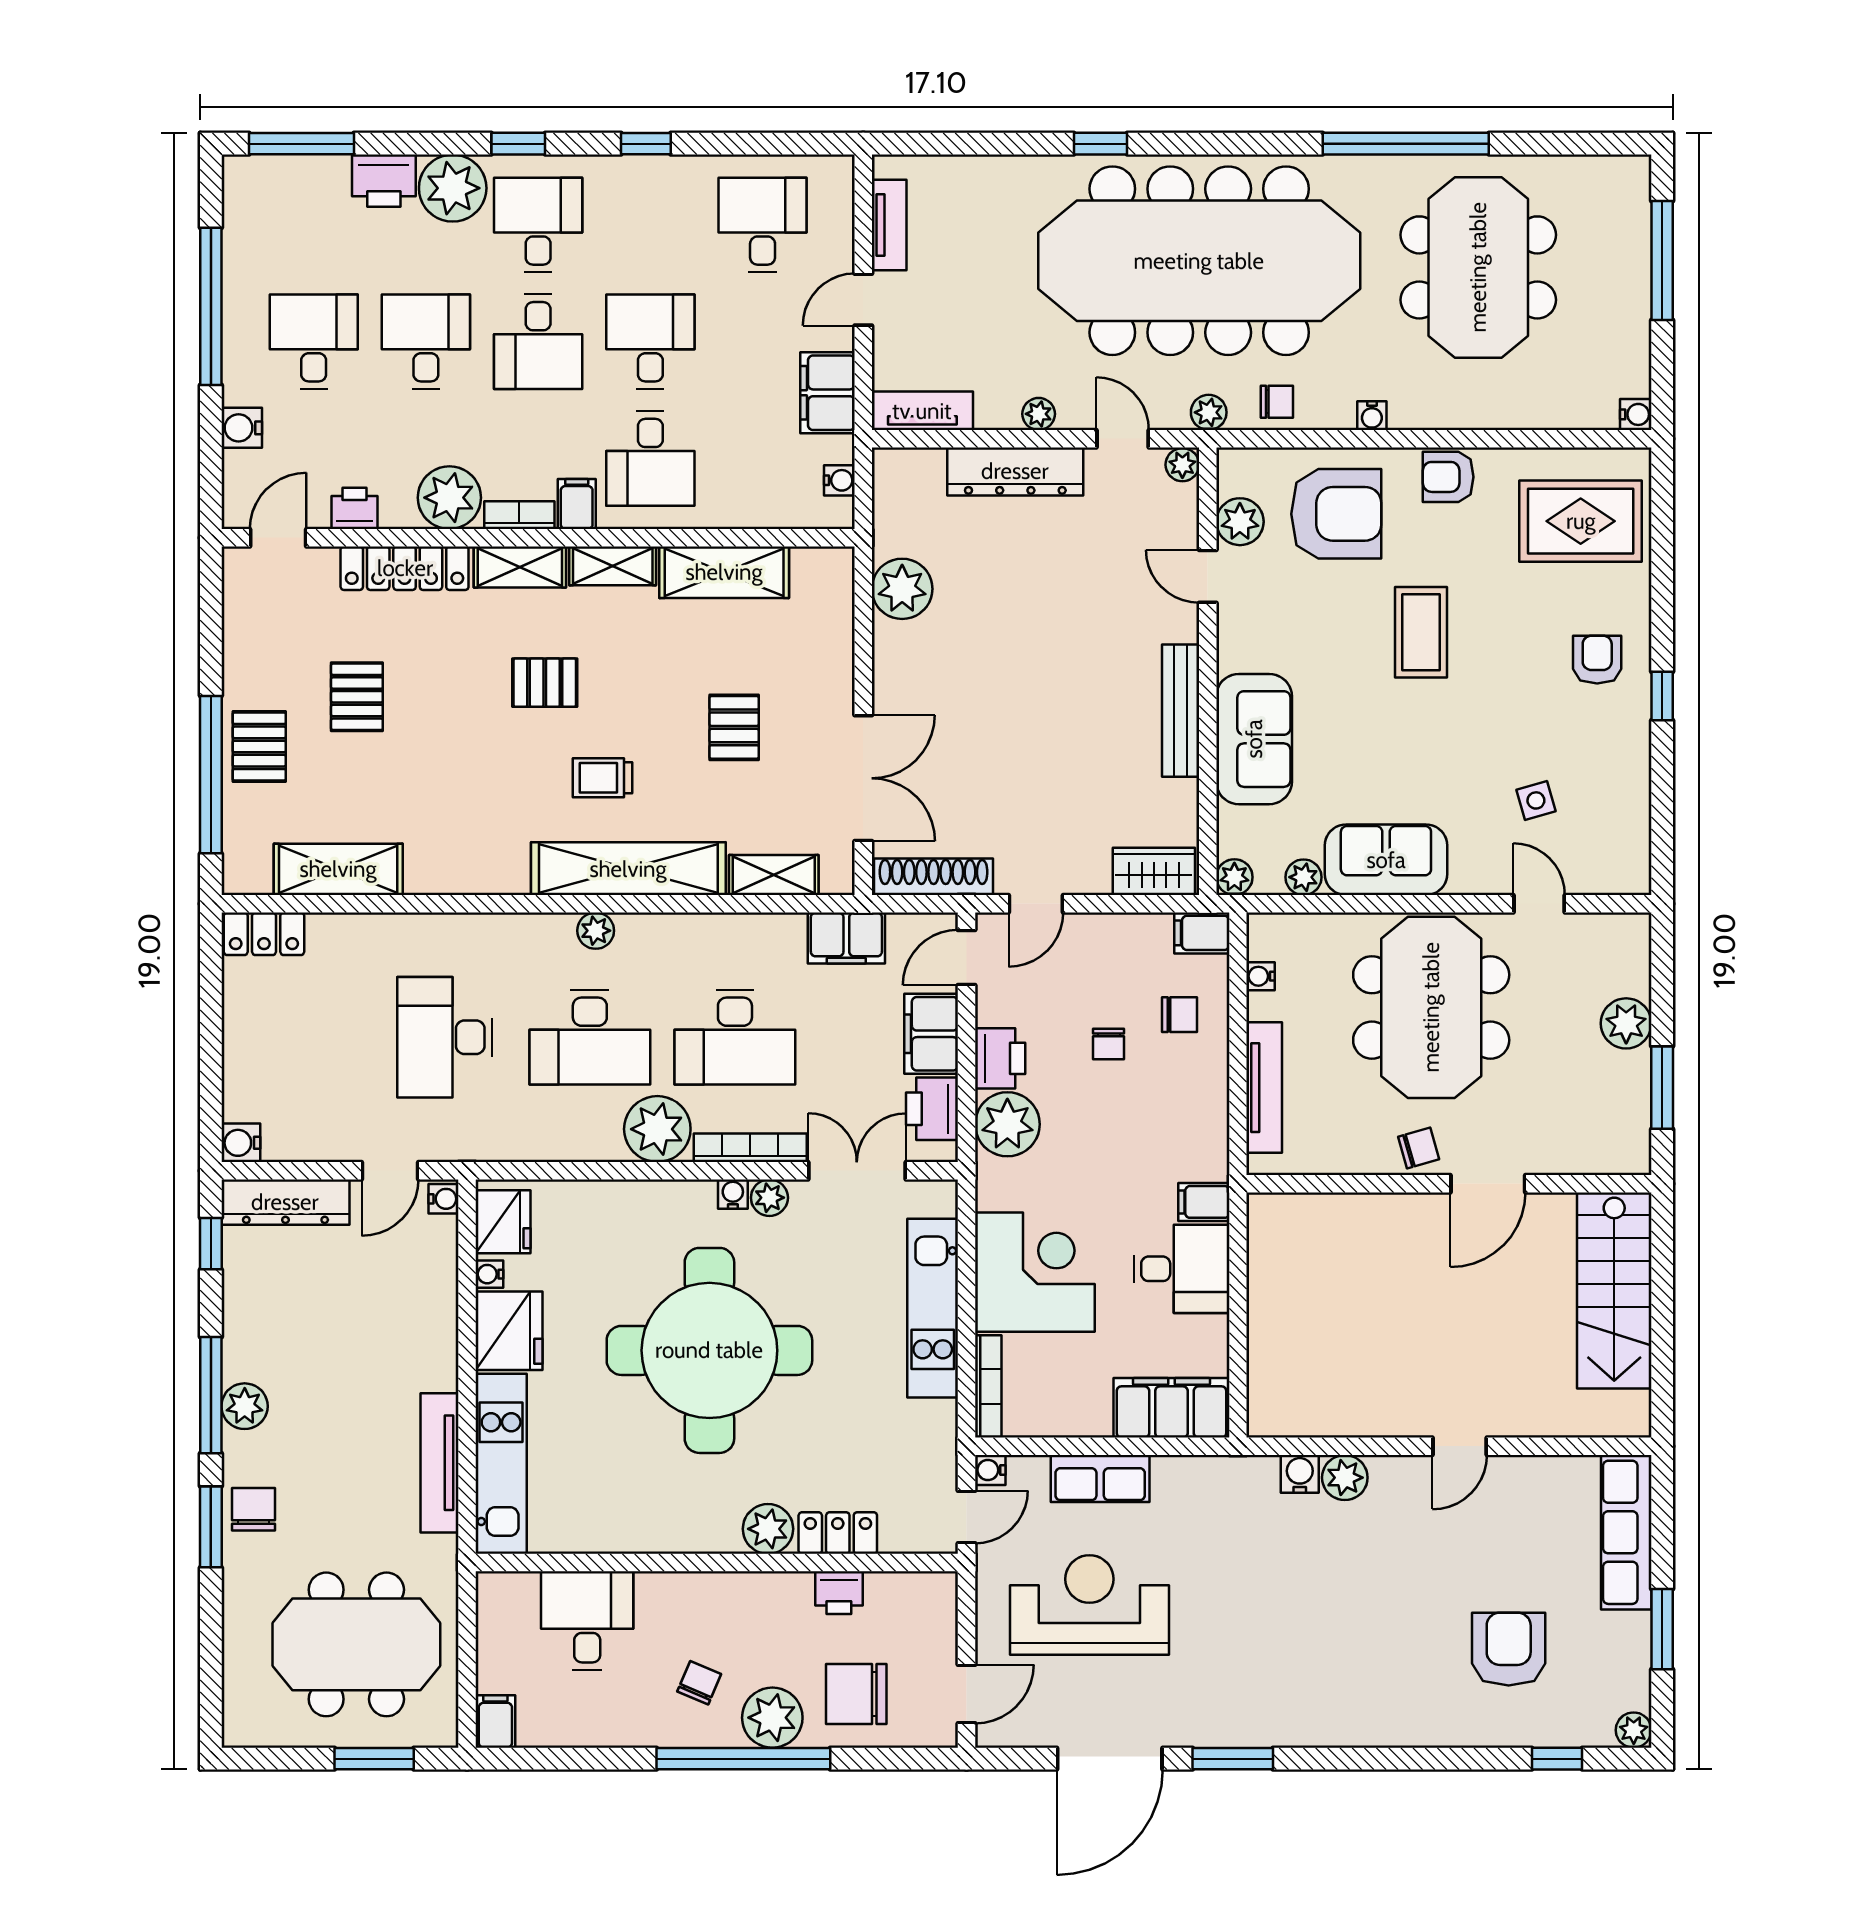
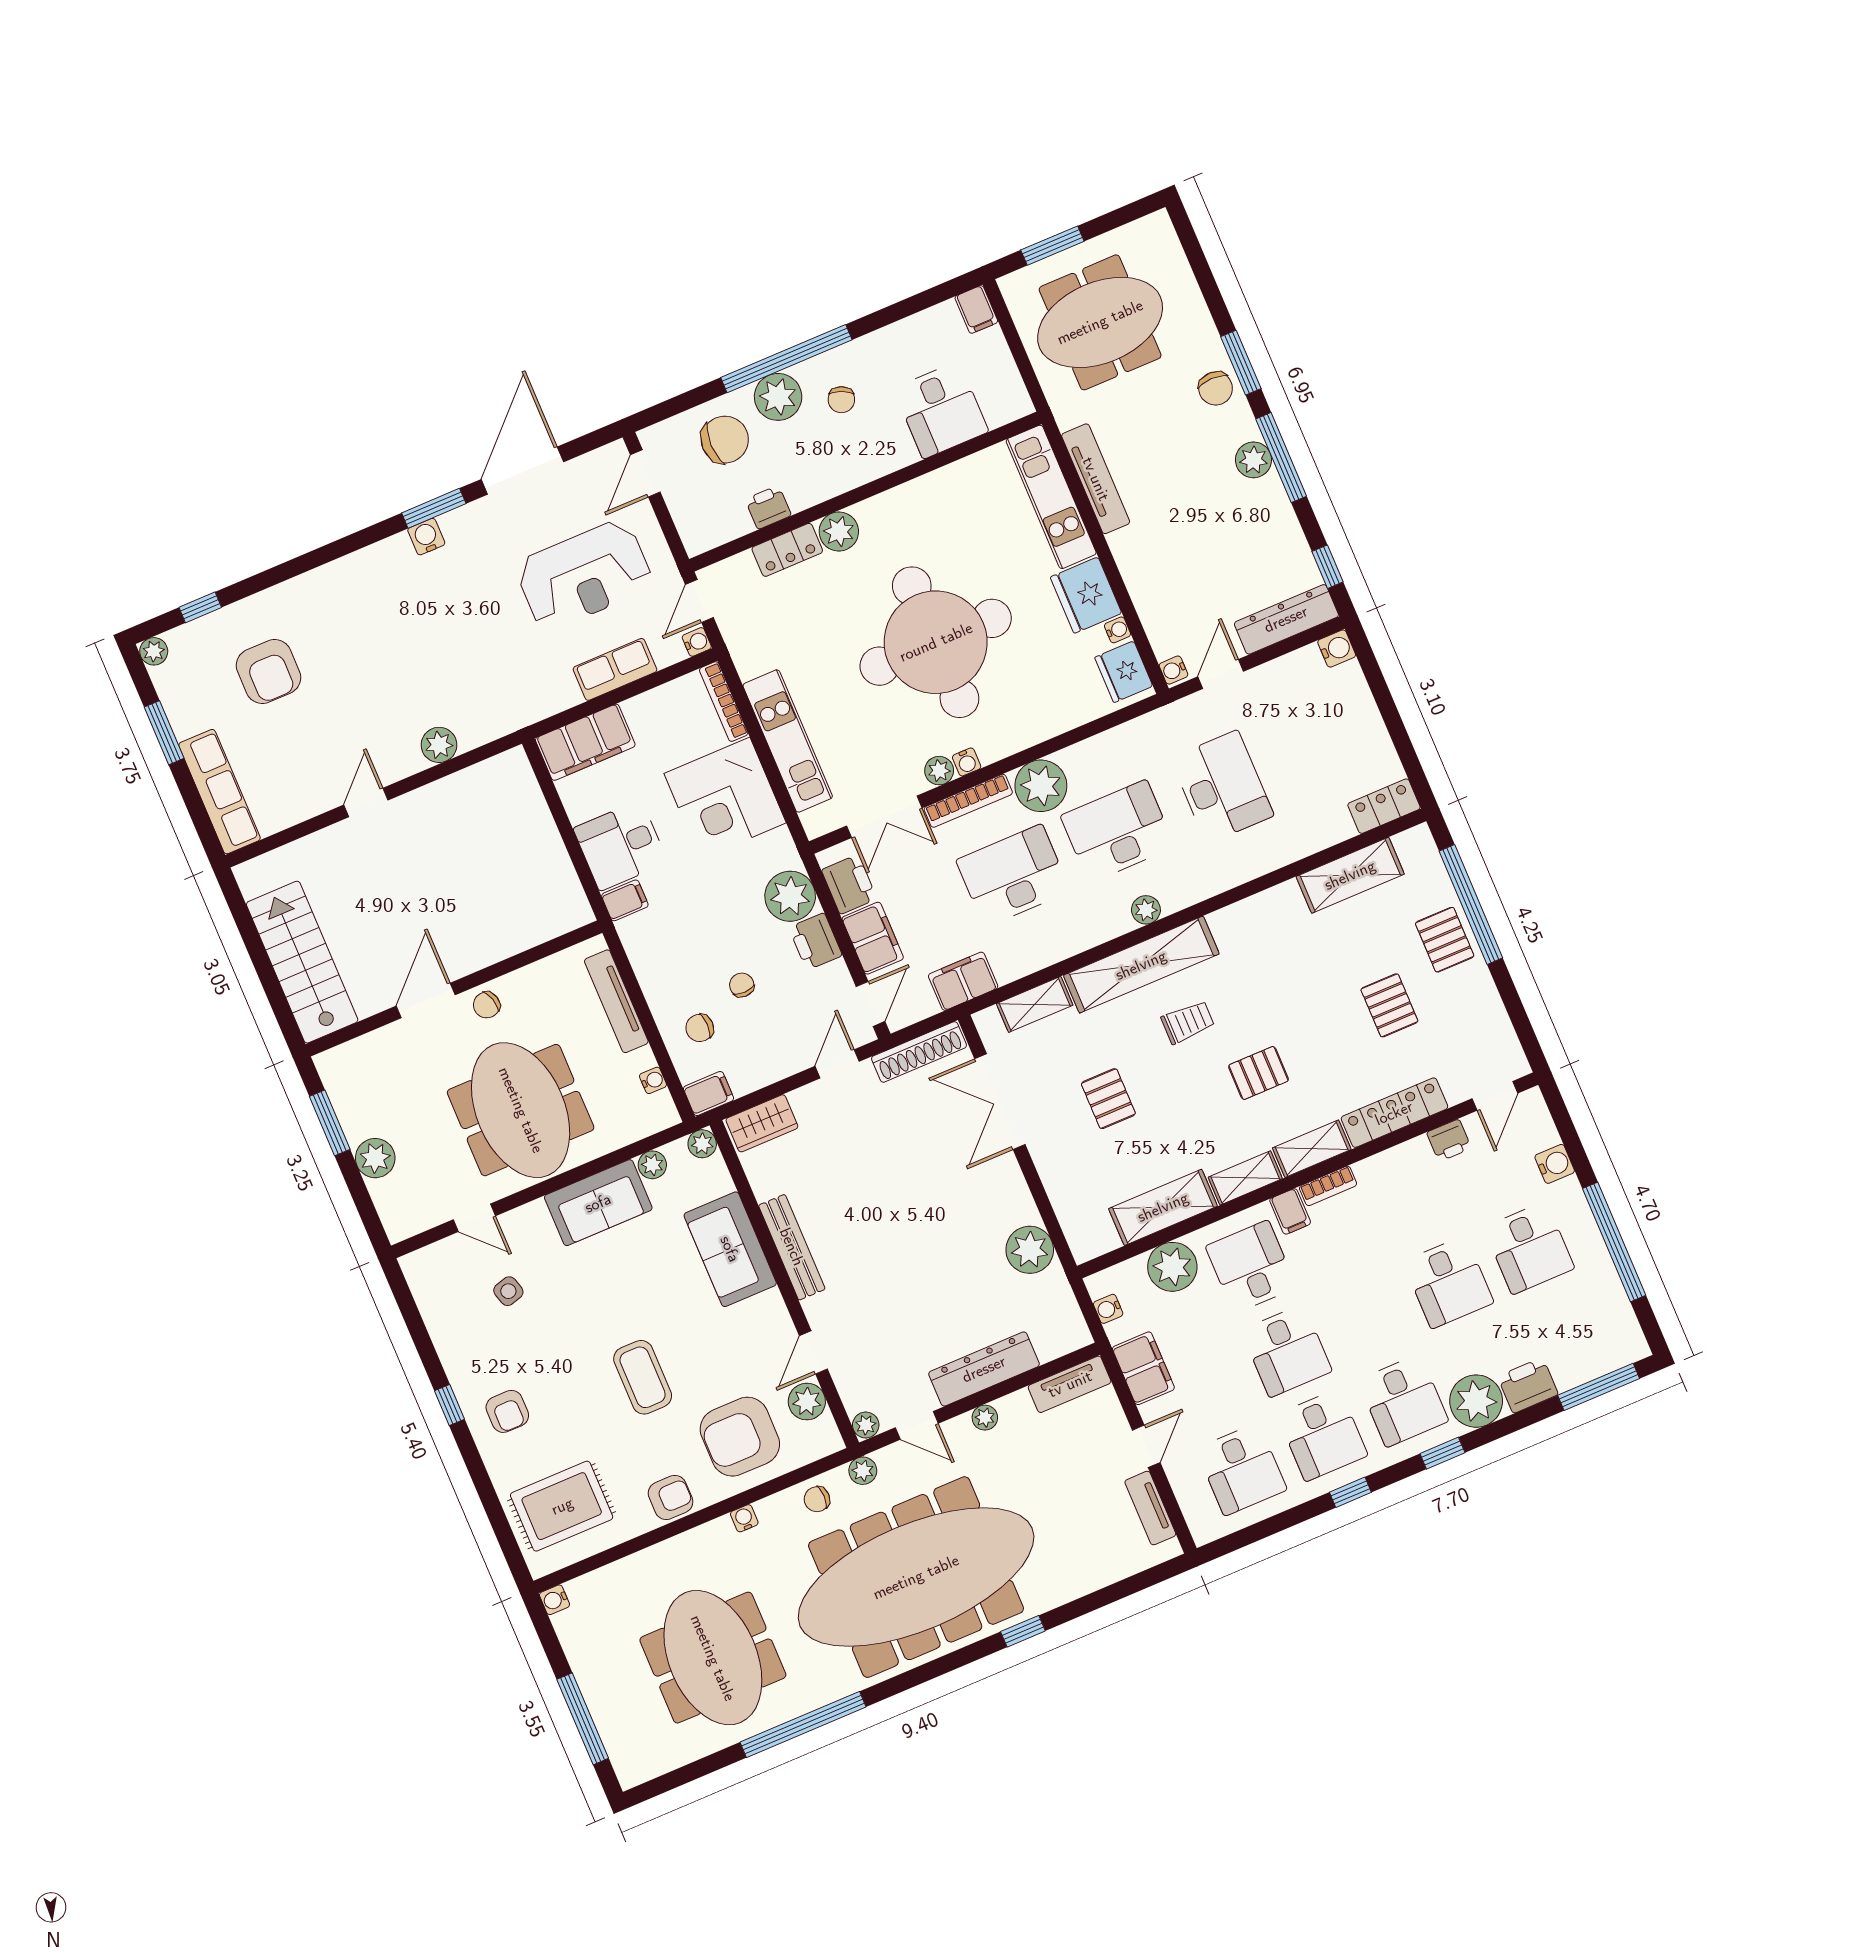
desk: (538, 342) -> (1322, 1435), moved, turned 180
plant: (449, 498) -> (1172, 1267), moved
door: (1208, 576) -> (813, 1352), swing flipped
water cooler: (1300, 1474) -> (426, 537), moved, turned 180

